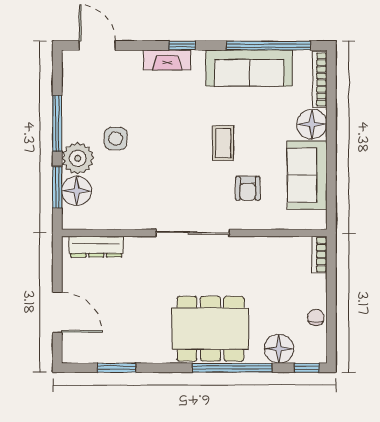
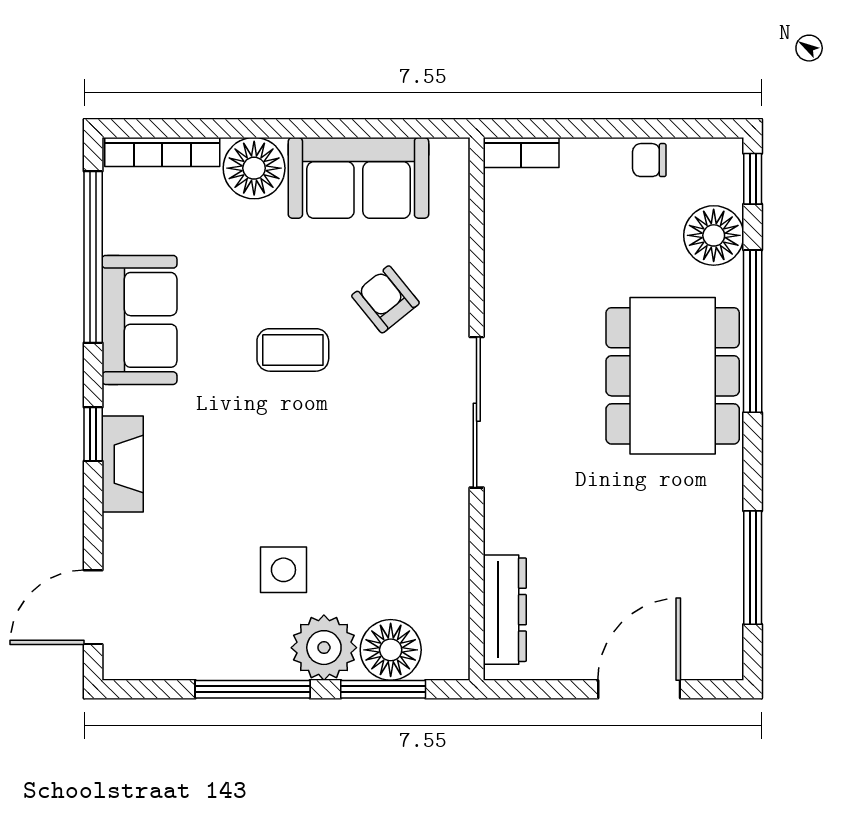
sofa: (249, 68) -> (139, 320), width x0.73
armchair: (248, 188) -> (385, 299), turned -129
window: (117, 368) -> (753, 568), width x1.44

